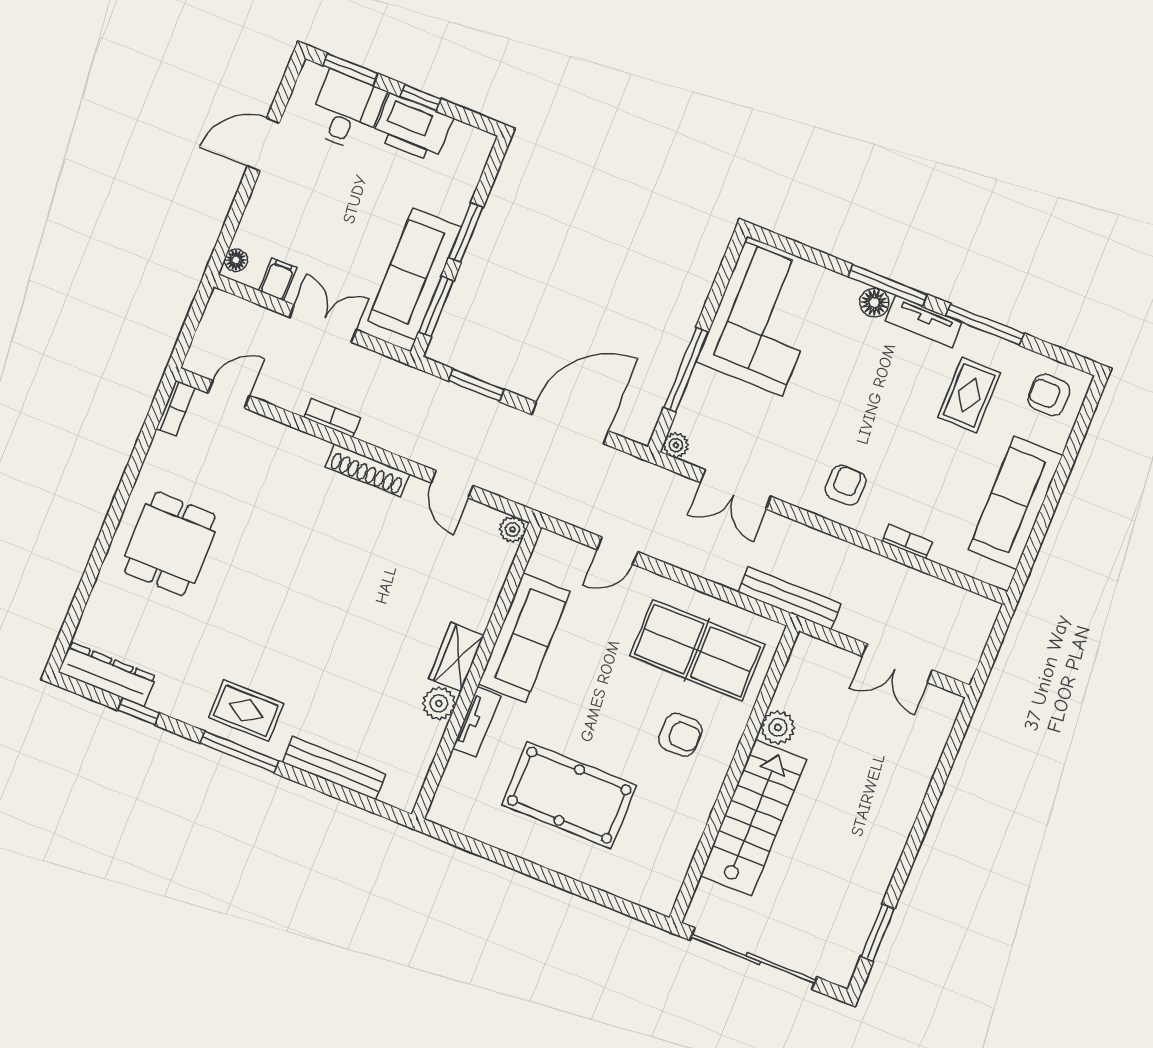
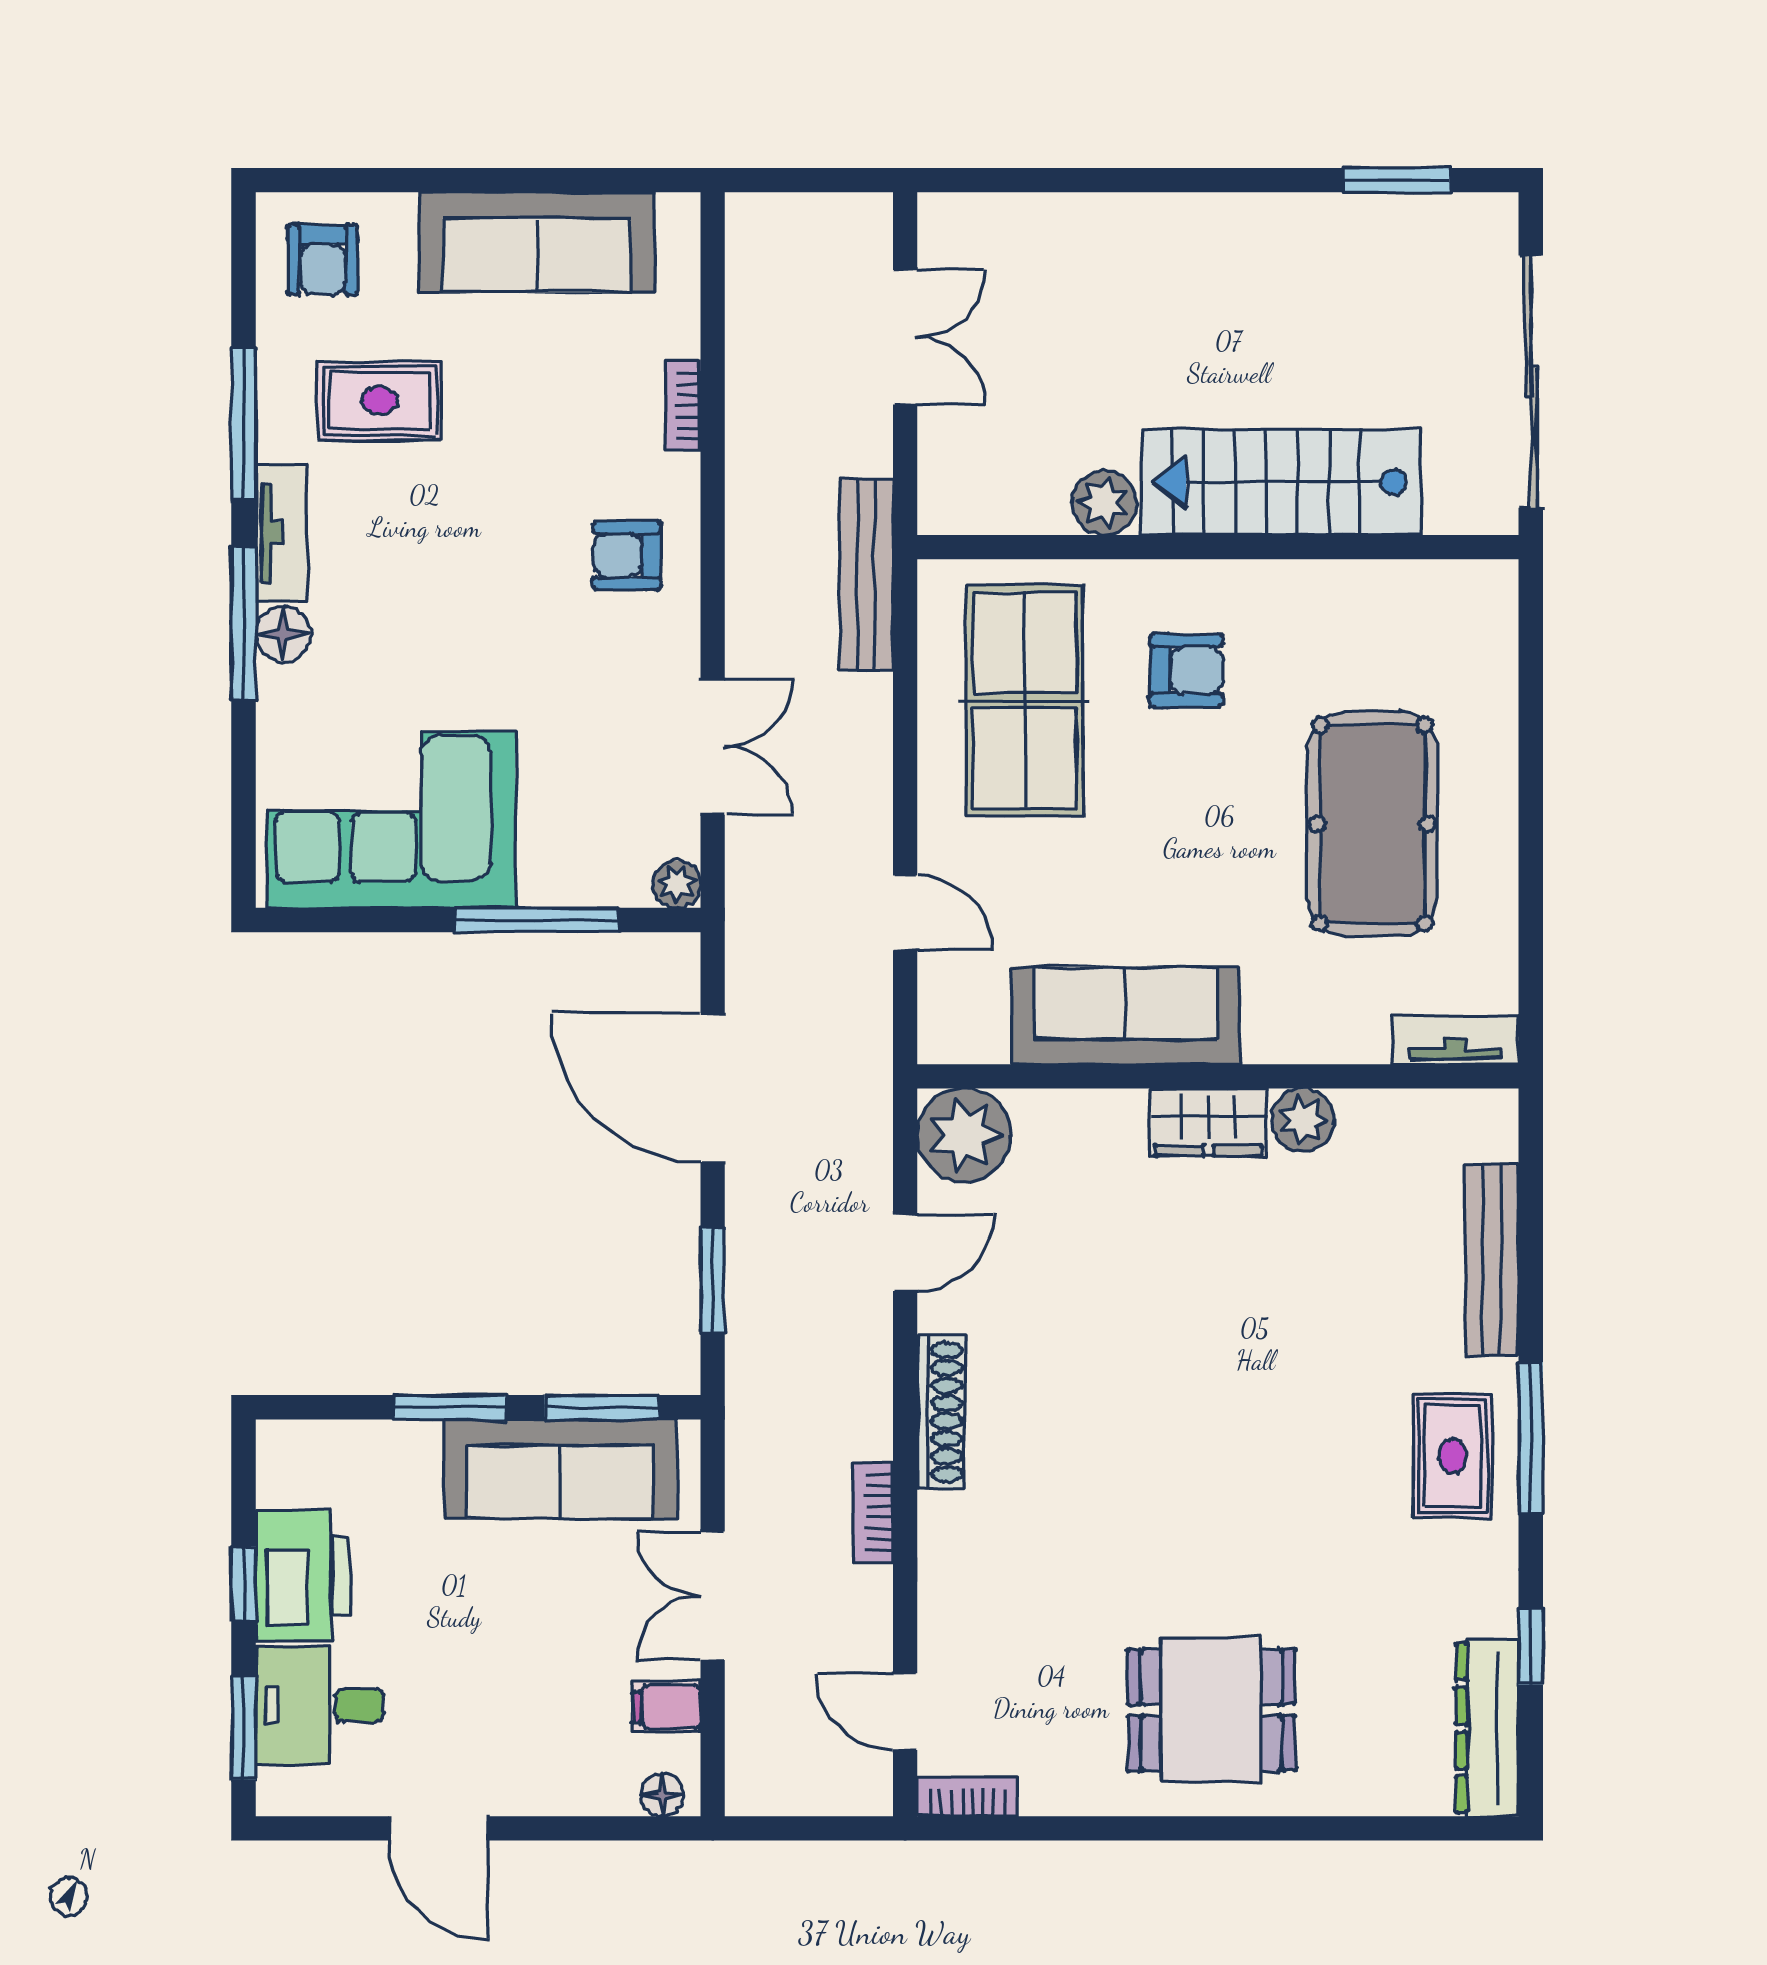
plant: (513, 529) -> (964, 1135), width x1.88, depth x1.88
tv unit: (477, 722) -> (1455, 1040), moved
armchair: (680, 735) -> (1186, 670), turned 90

